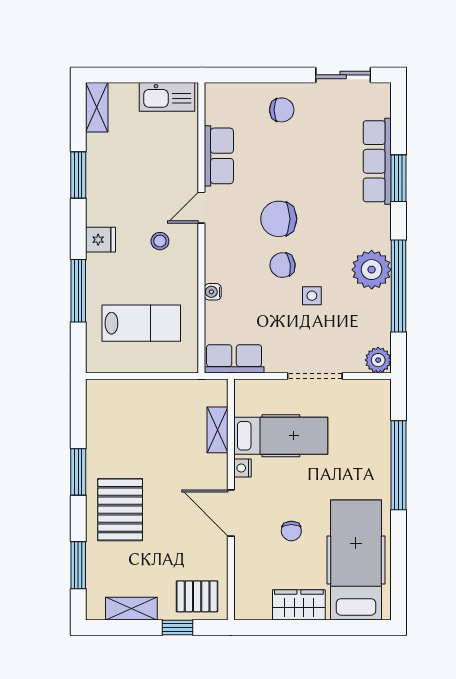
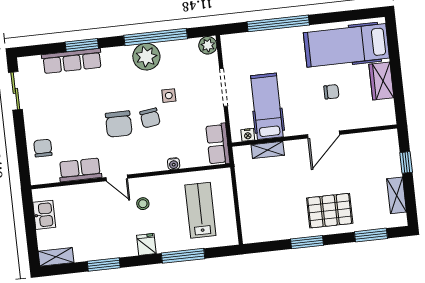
kitchen sink: (167, 97) -> (44, 215), width x0.73
chair: (282, 110) -> (43, 148), moved
nightstand: (243, 468) -> (248, 135), moved
pallet: (197, 596) -> (383, 151), removed

